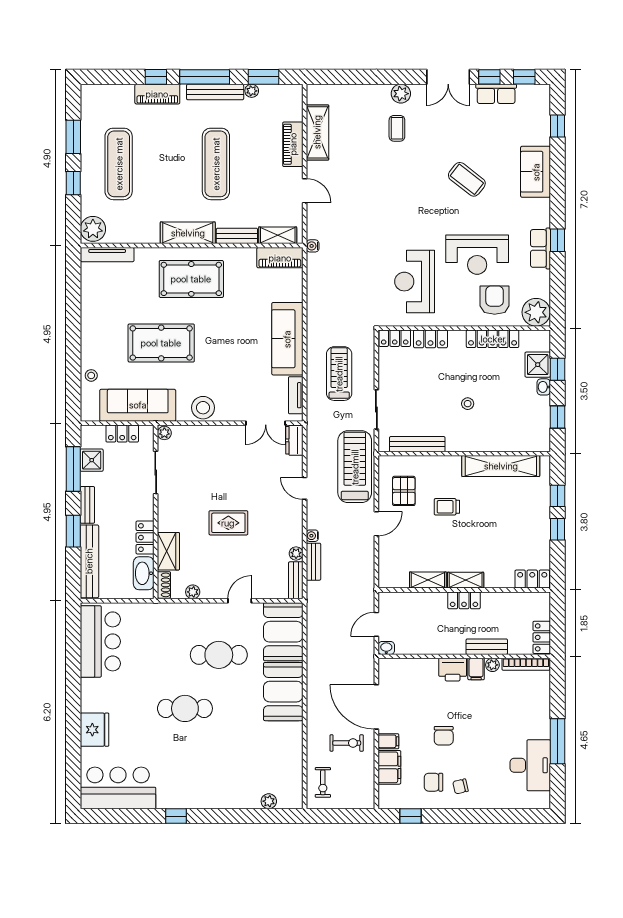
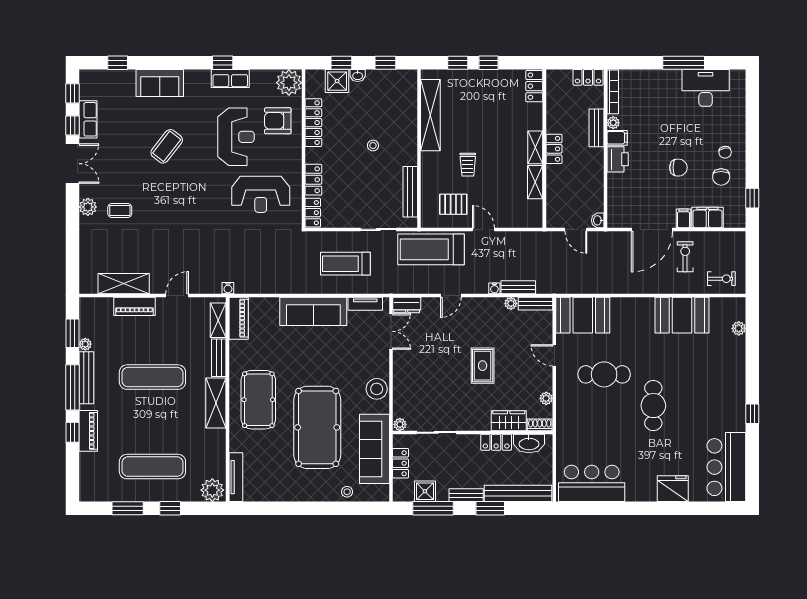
pool table: (161, 343) -> (317, 427), width x1.36, depth x1.32
cafe table: (219, 655) -> (604, 374), turned 90
booth: (283, 692) -> (682, 315), moved

